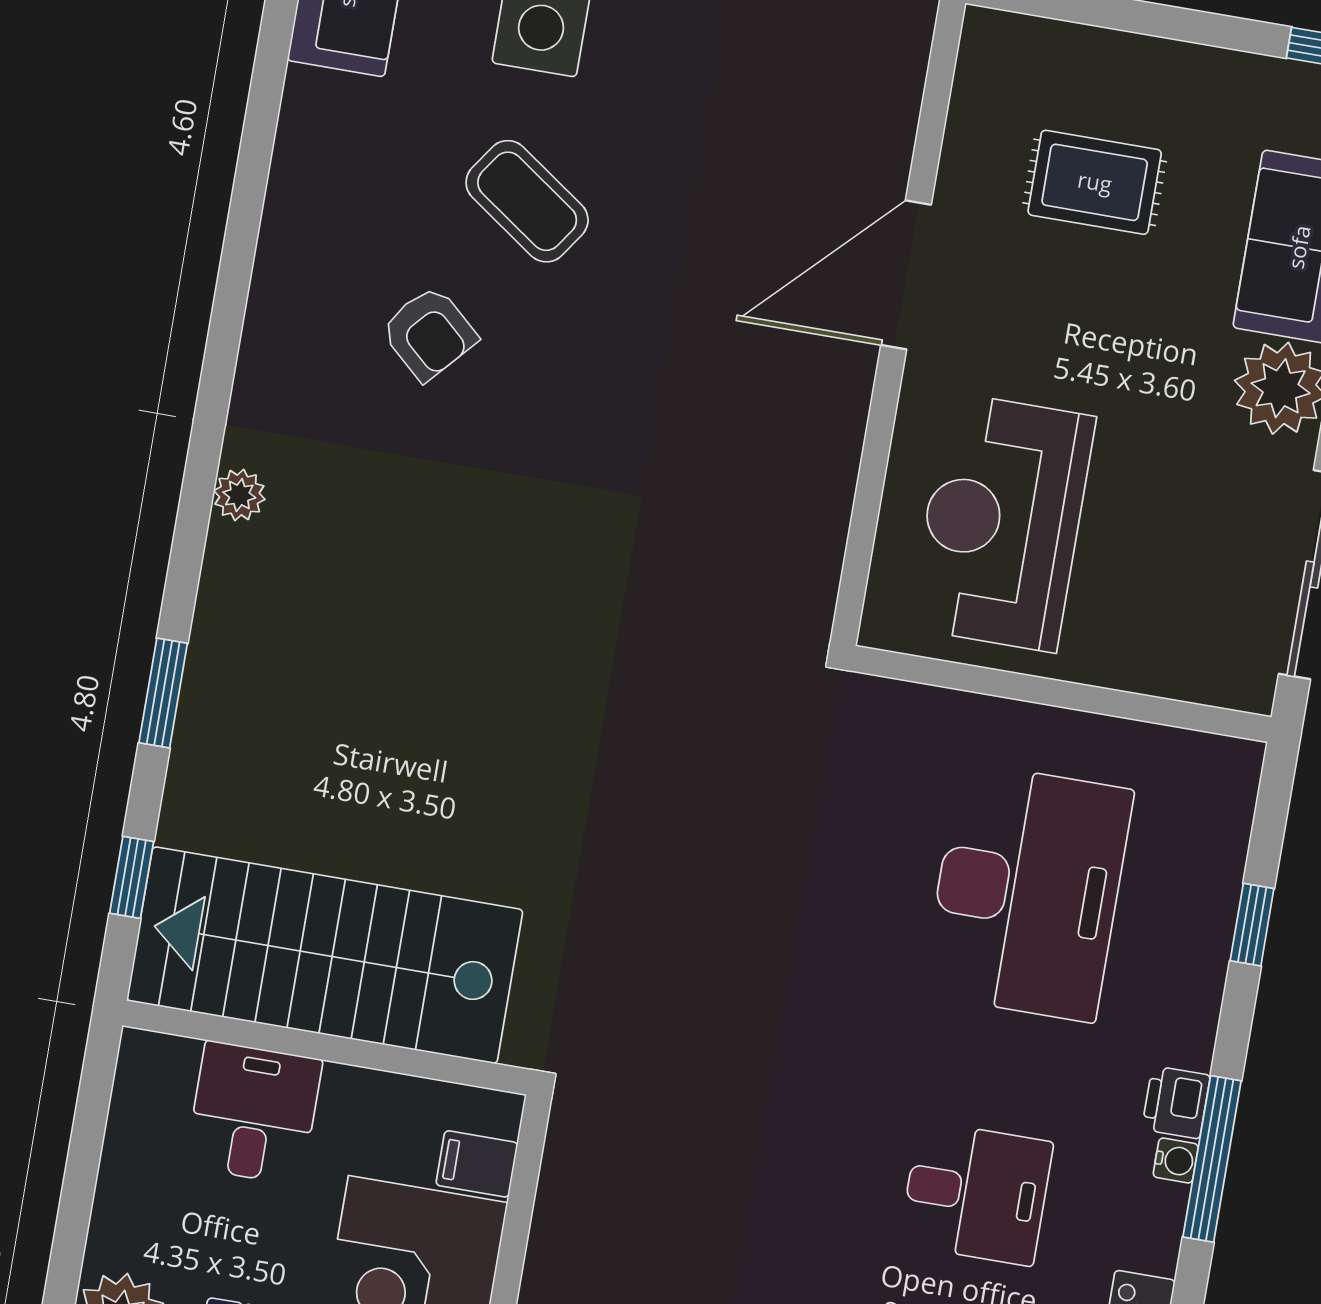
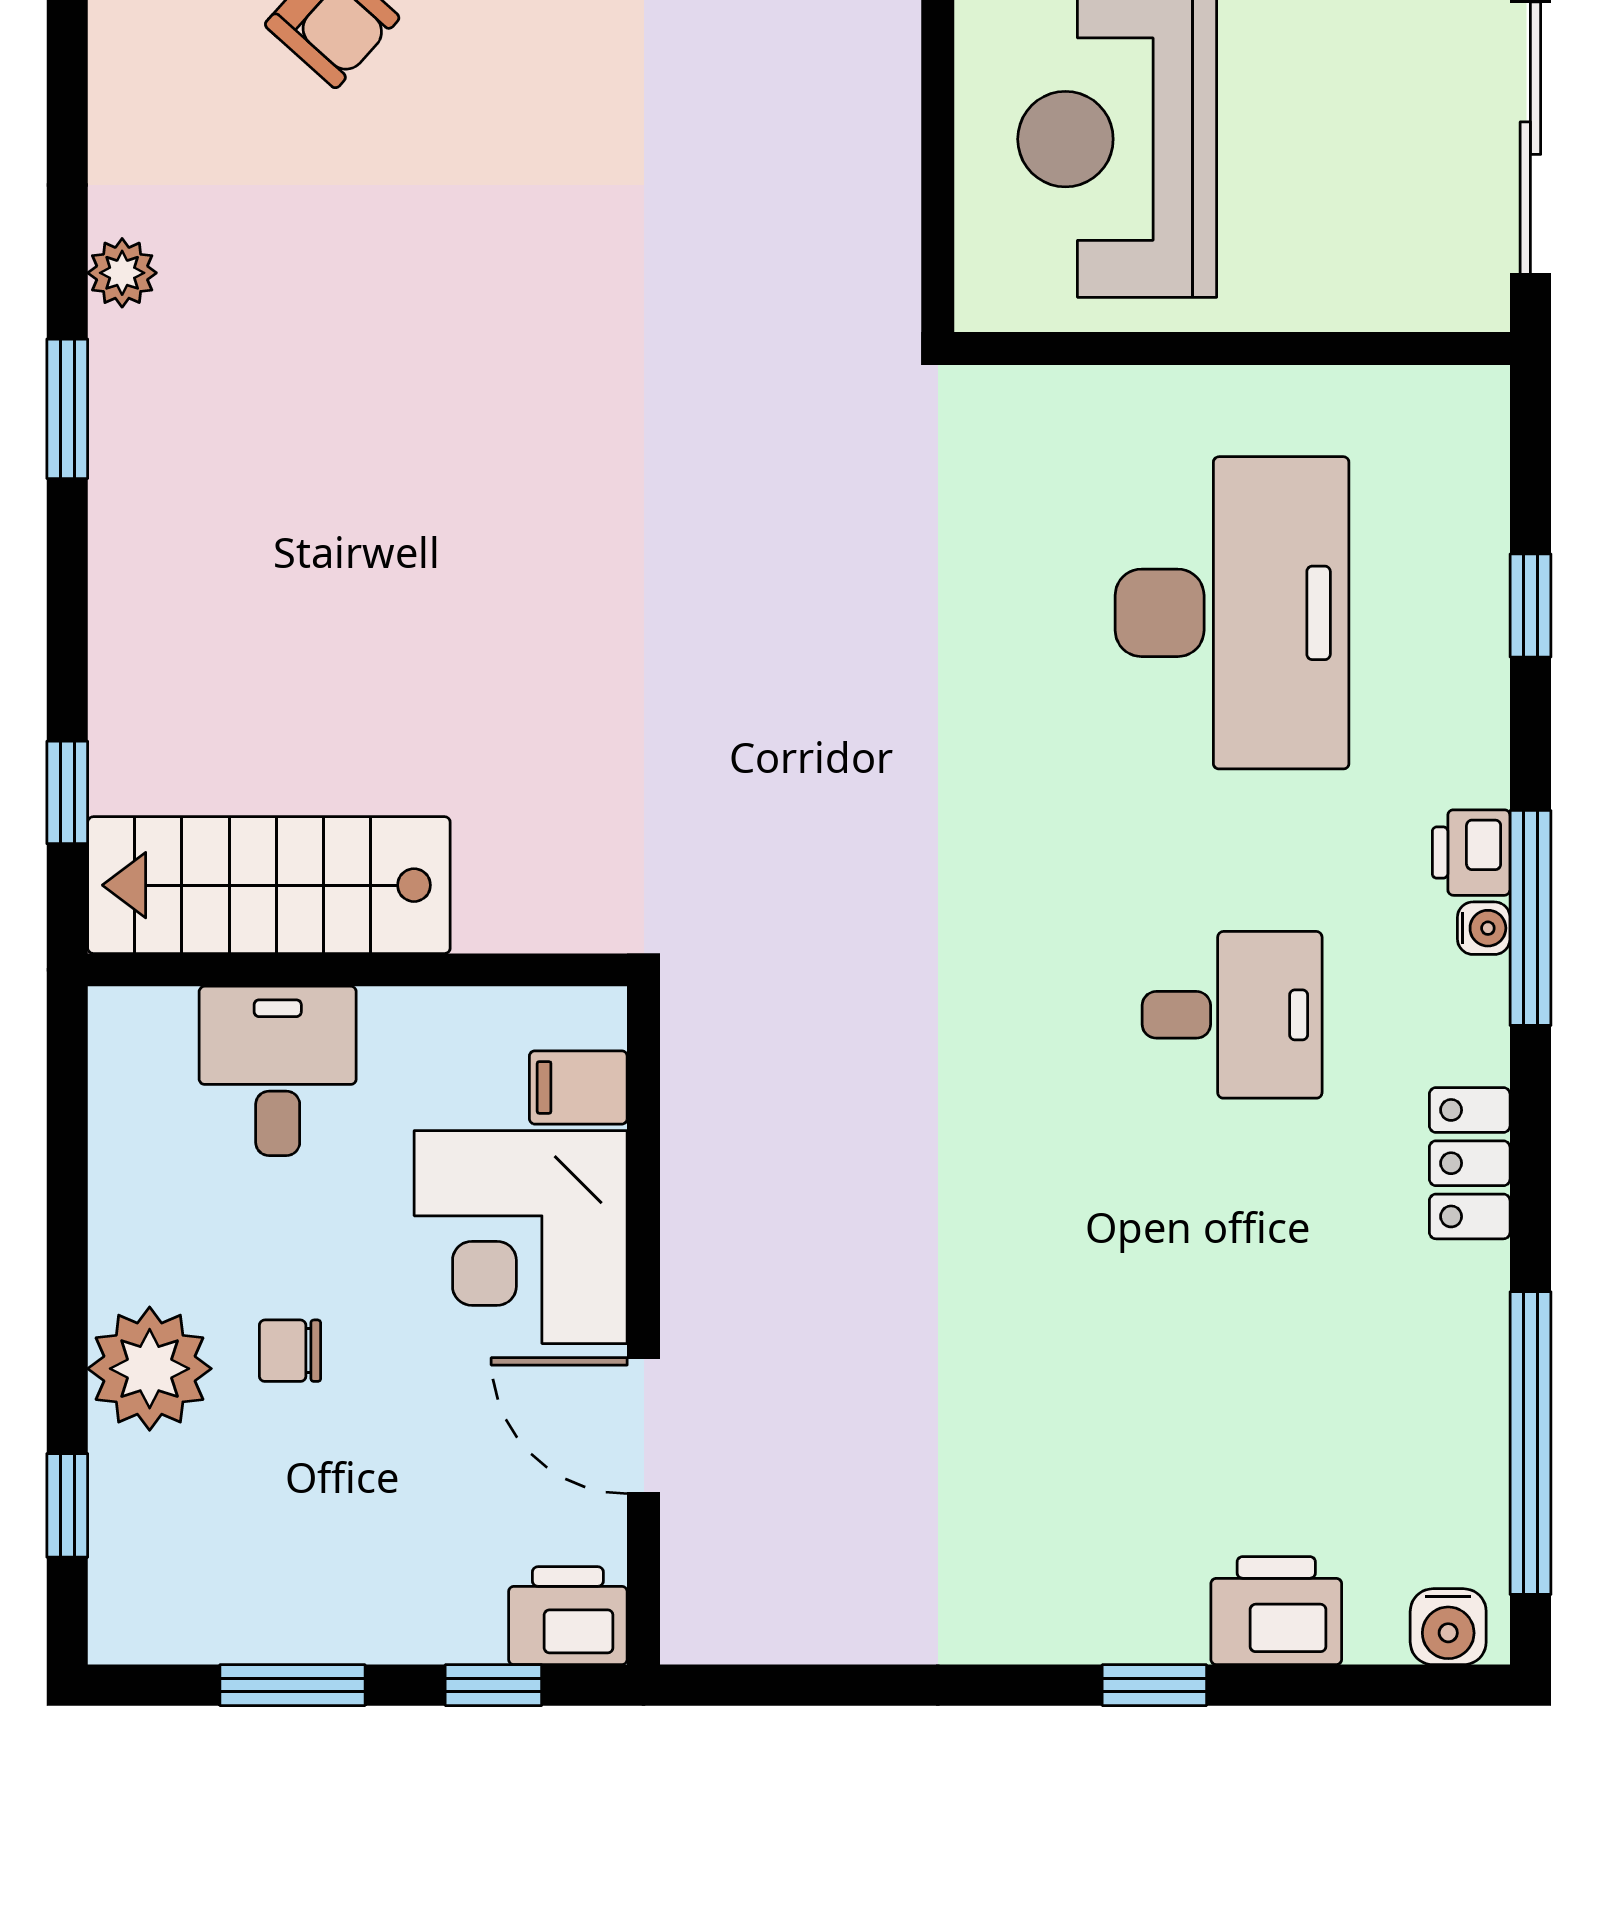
window: (163, 693) -> (67, 409), moved
stairs: (325, 955) -> (269, 885), width x0.73, depth x0.66

